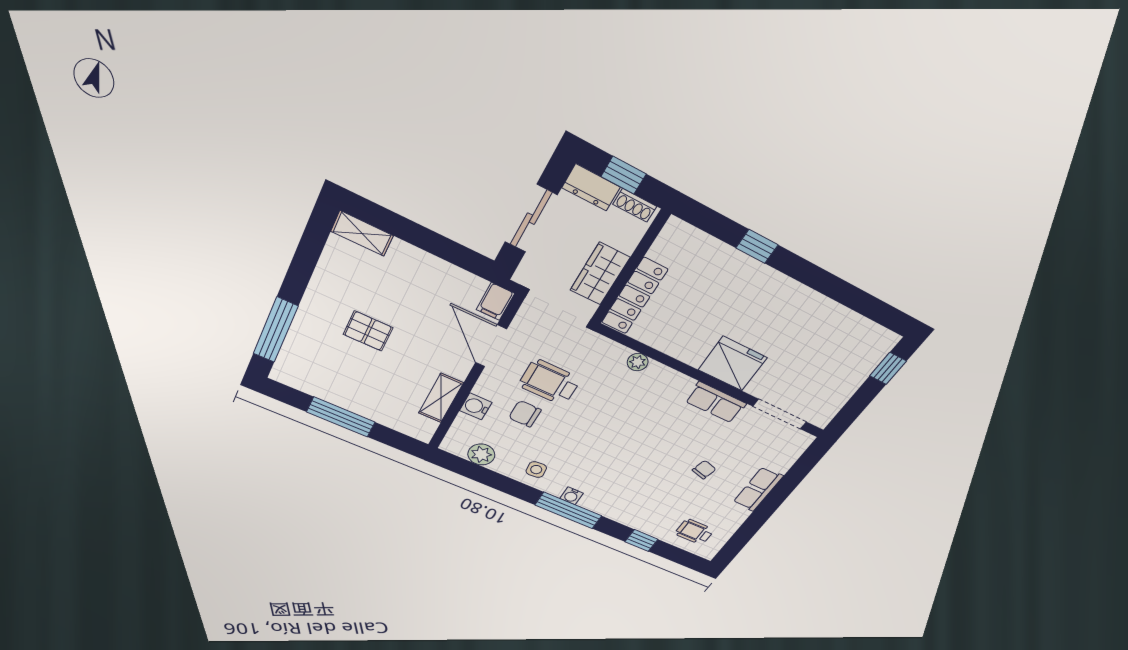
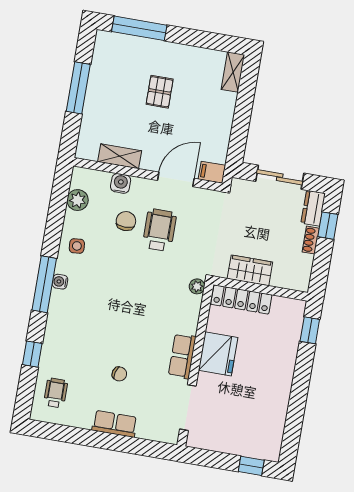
wall: (630, 268) -> (261, 289), moved
wardrobe: (600, 274) -> (250, 270), moved
locker: (634, 296) -> (241, 299), moved

